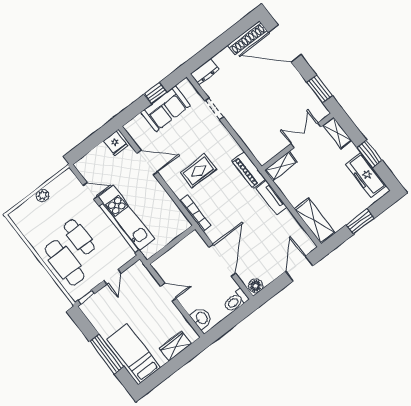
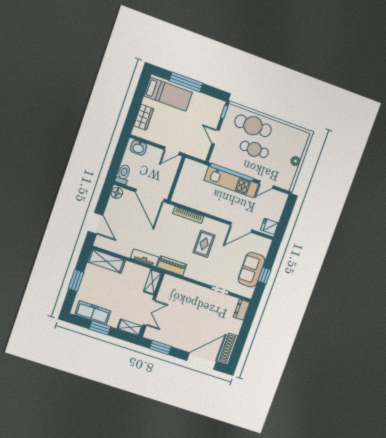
wall: (171, 245) -> (176, 179), moved

